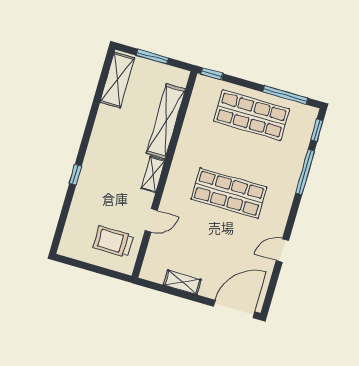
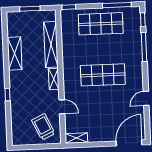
shelving: (117, 80) -> (15, 53), moved
door: (151, 220) -> (62, 107), hinge flipped
trolley: (113, 241) -> (43, 127), turned 65
shelving: (182, 282) -> (76, 138), moved

